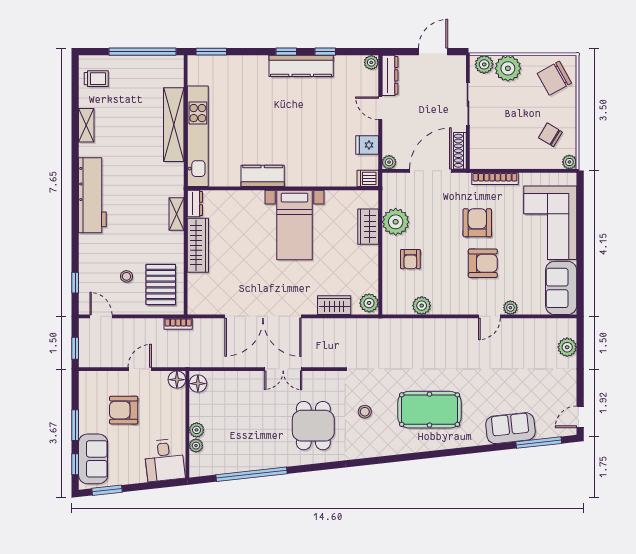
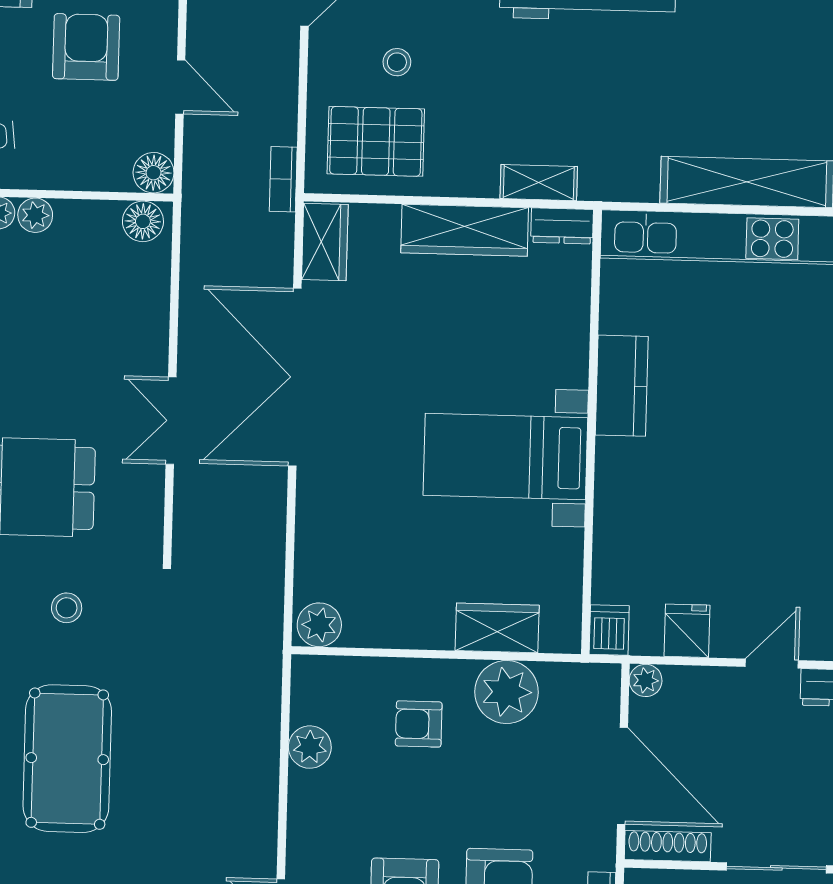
wardrobe: (334, 305) -> (325, 242), moved

